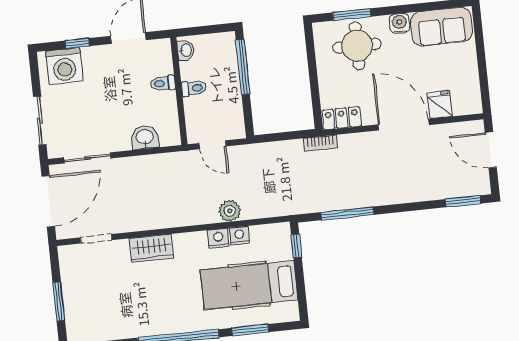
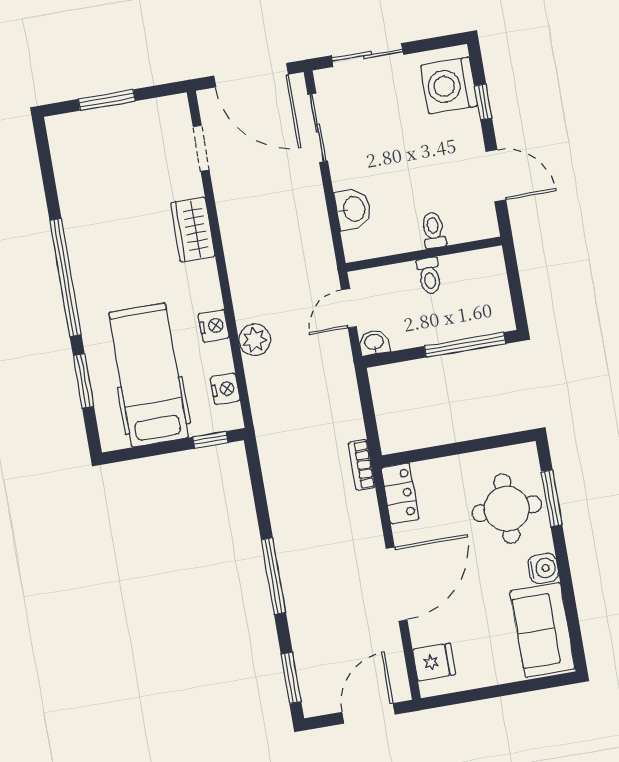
washbasin: (186, 50) -> (374, 343), moved, turned 180
fridge: (440, 105) -> (434, 662), moved
window: (347, 213) -> (273, 576), moved
nightstand: (239, 236) -> (225, 389), moved

